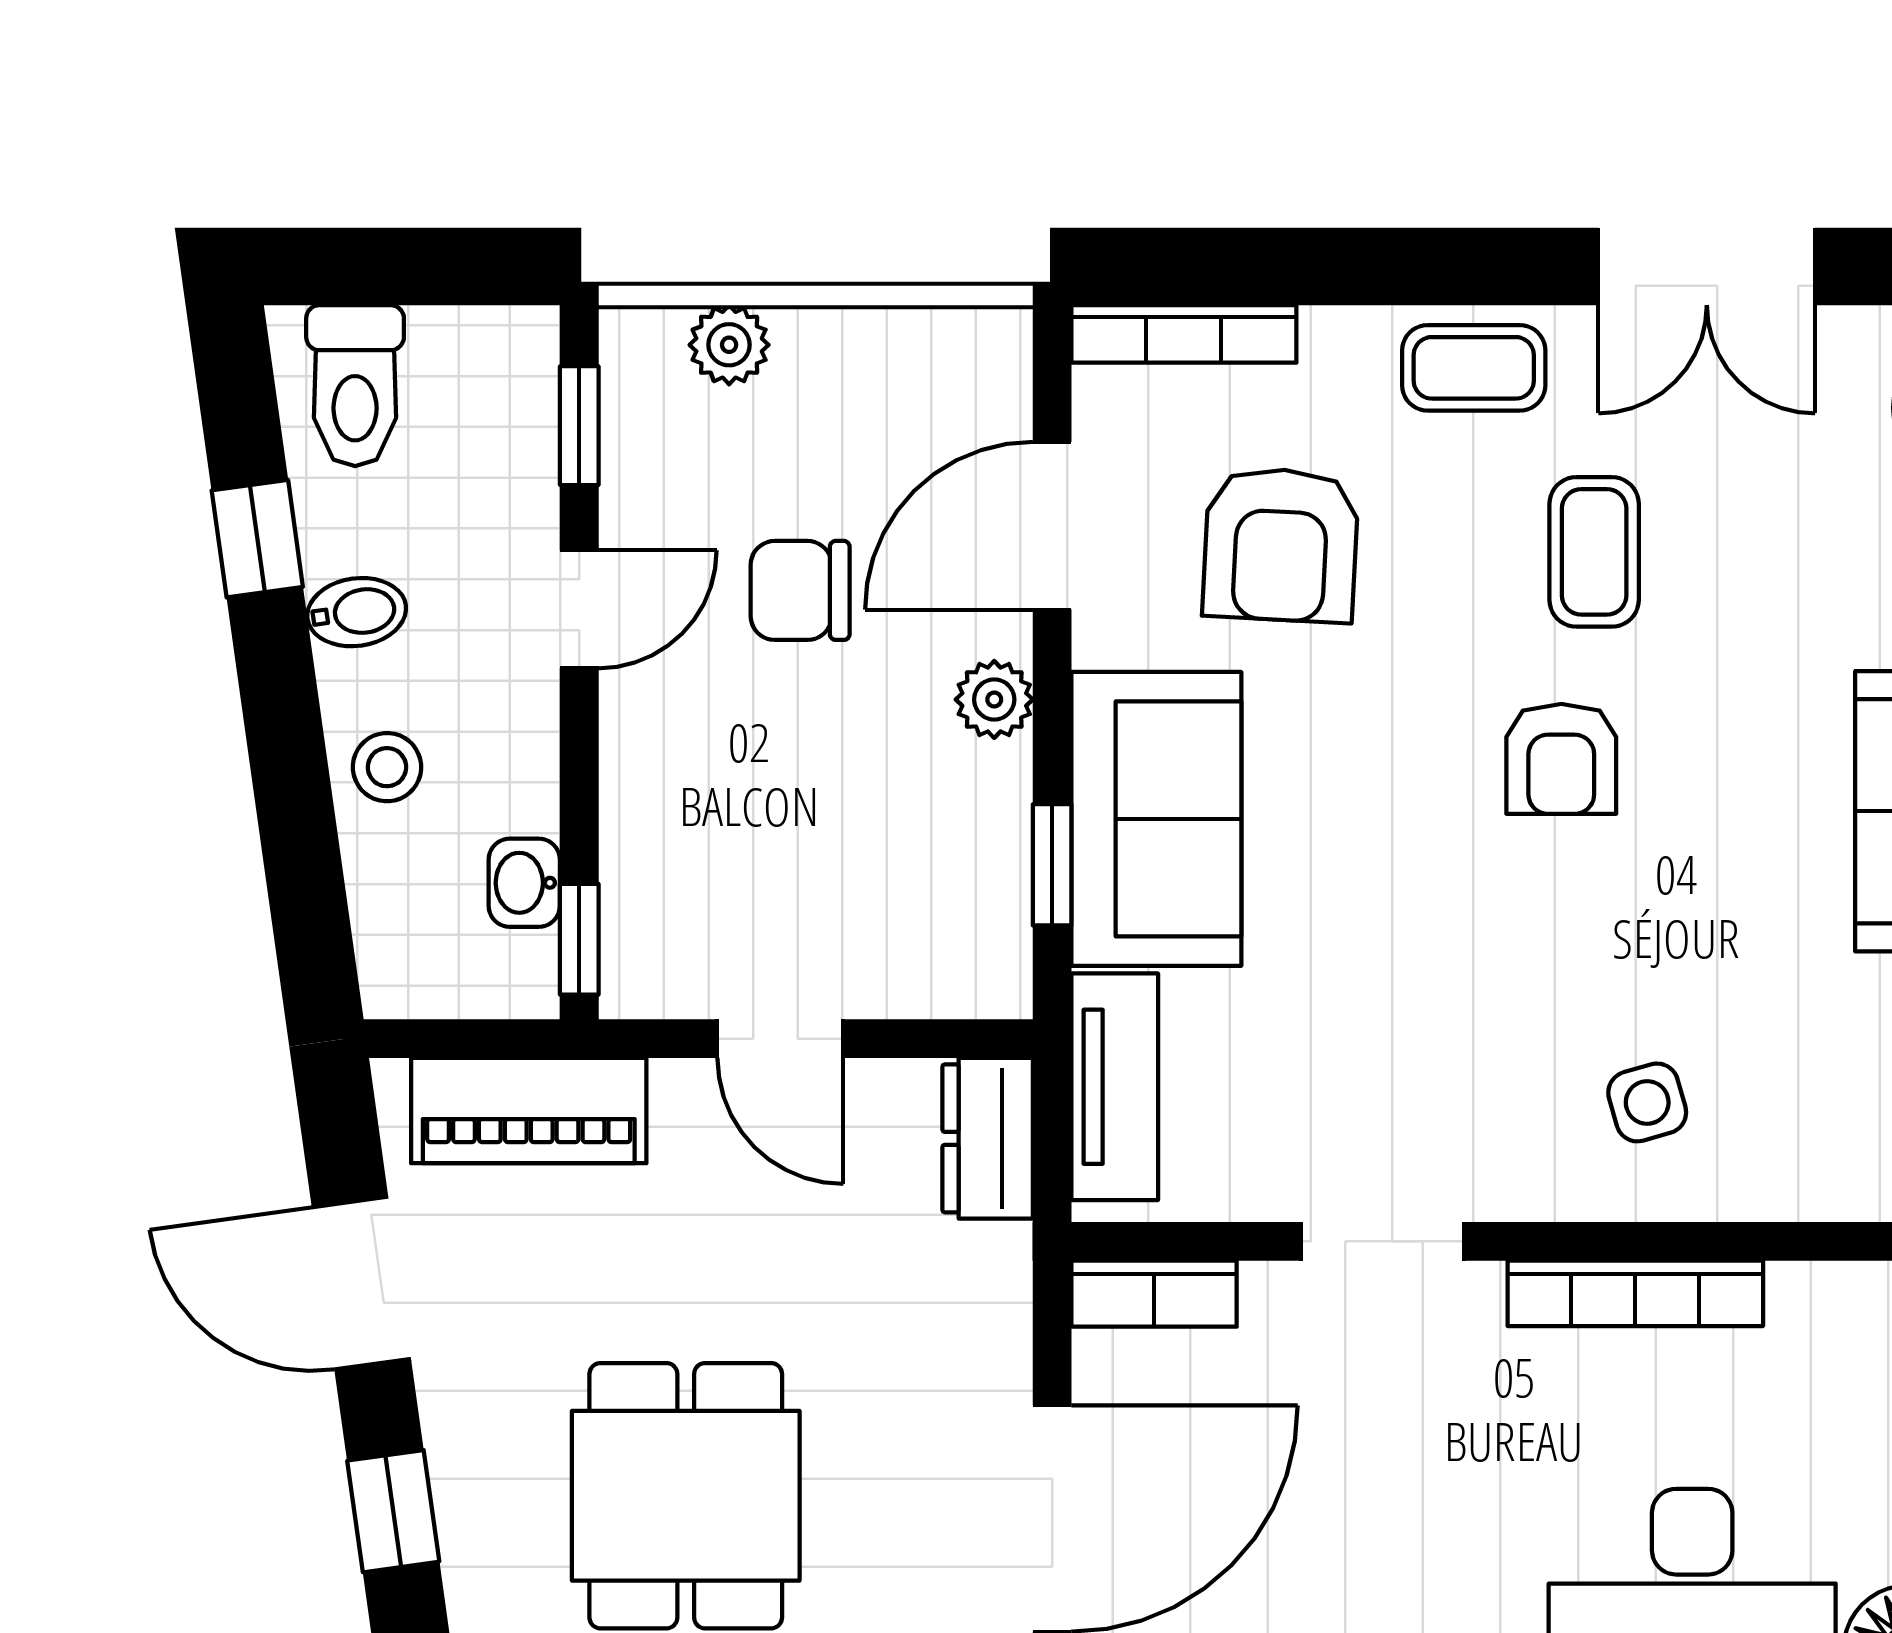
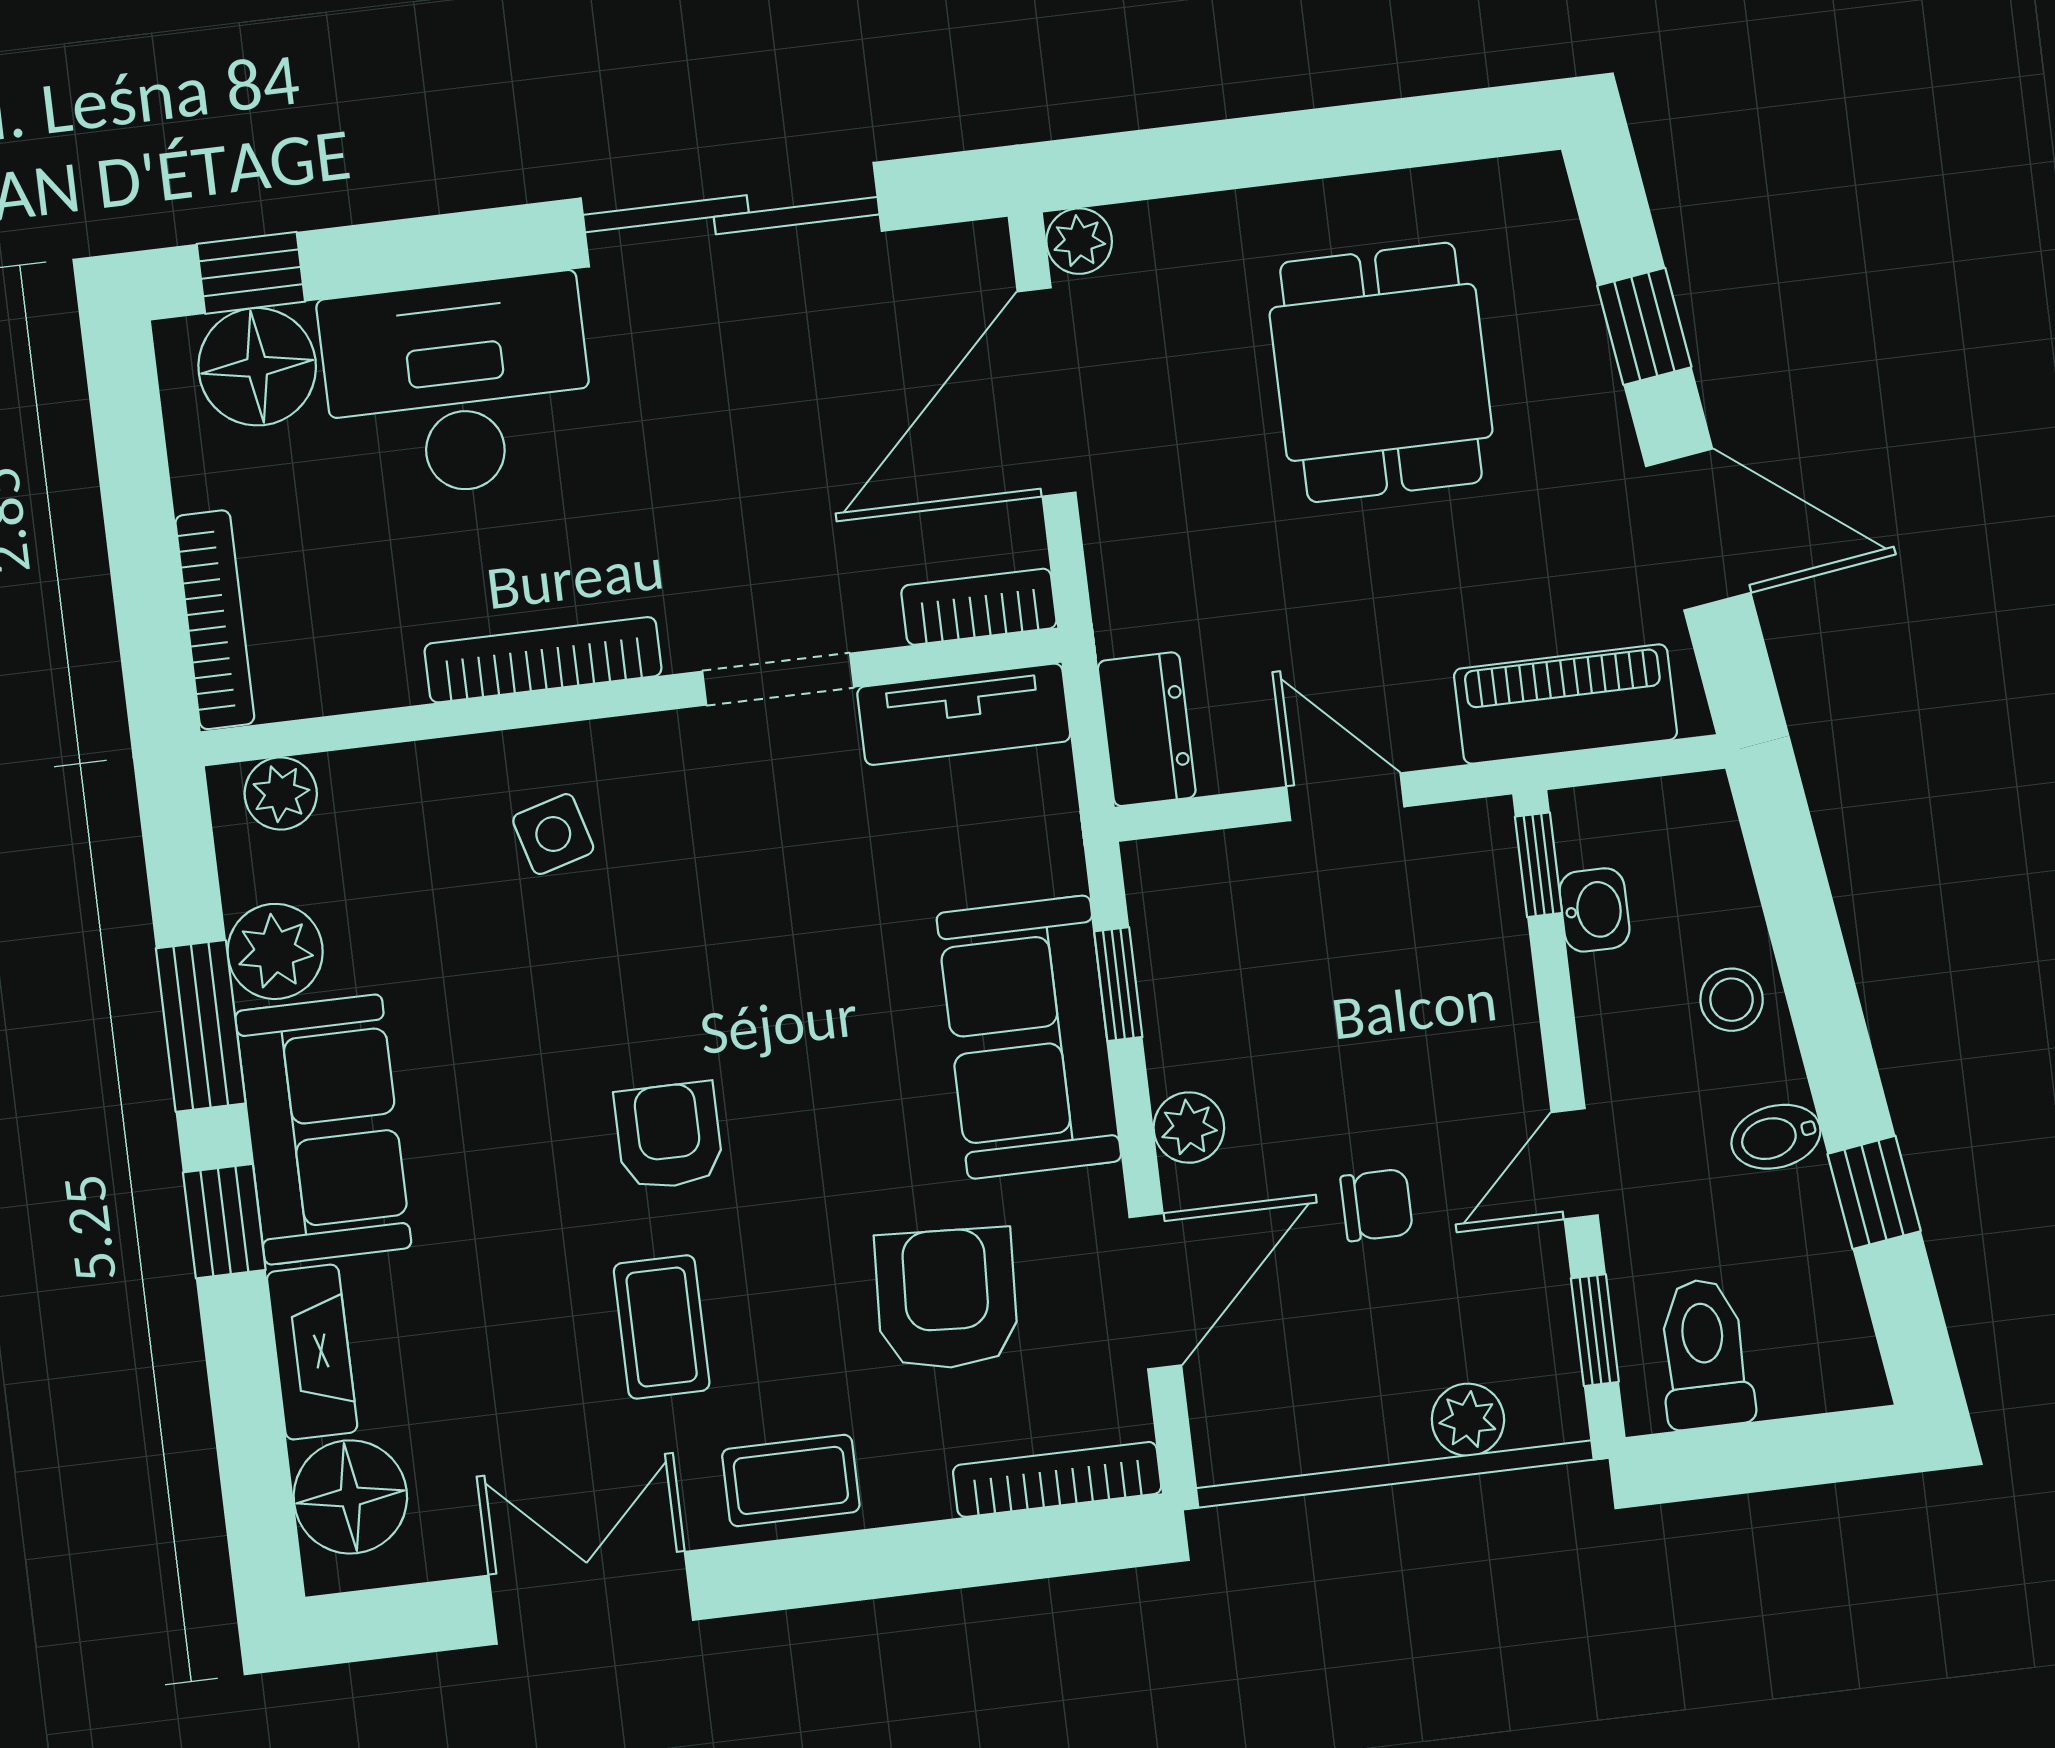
toilet: (355, 386) -> (1705, 1354), moved
chair: (800, 590) -> (1377, 1205), width x0.73, depth x0.73
tv unit: (1115, 1087) -> (964, 714), moved, turned -90

